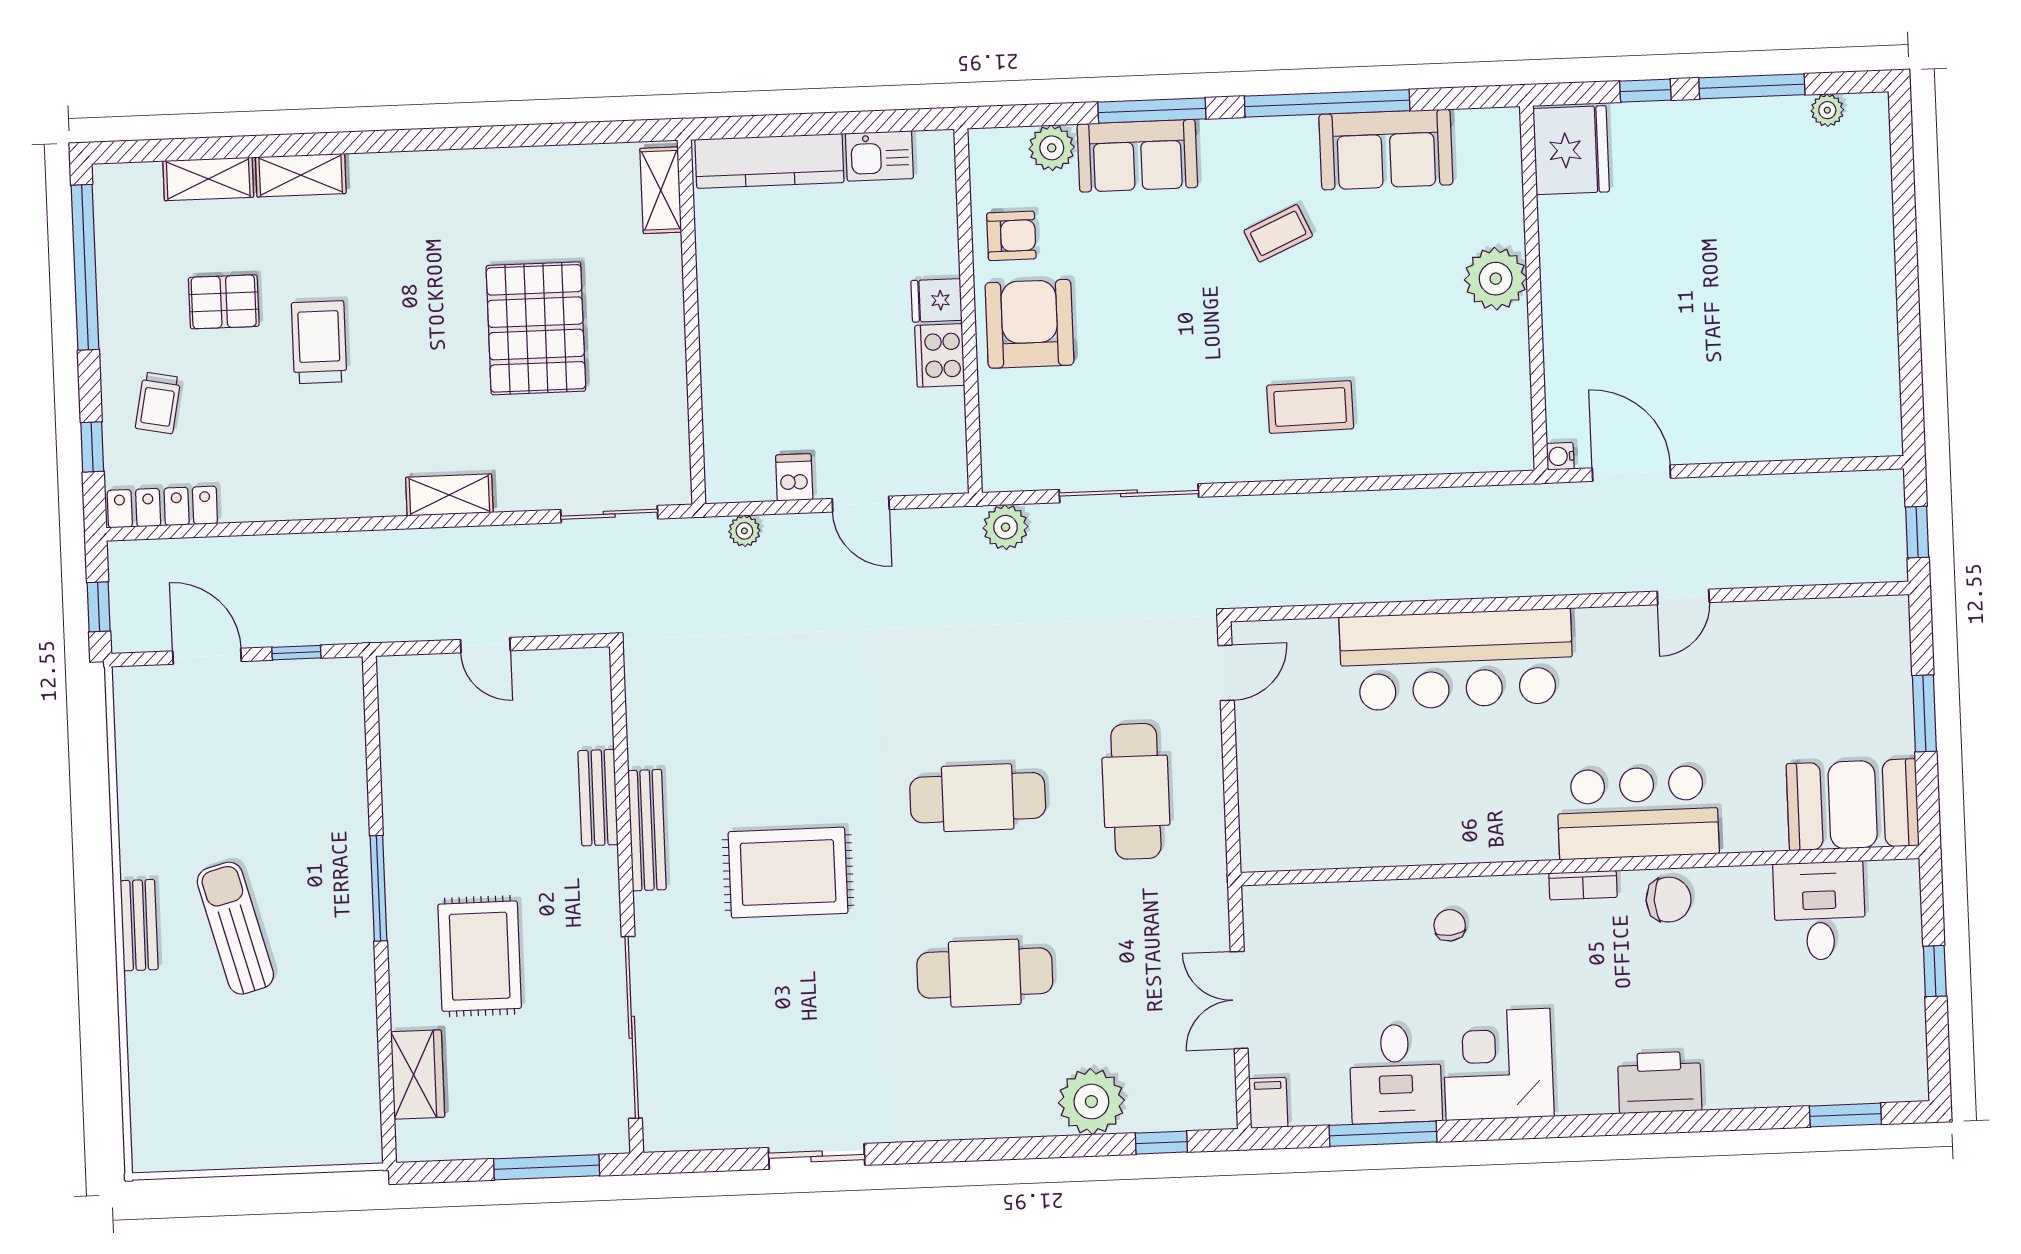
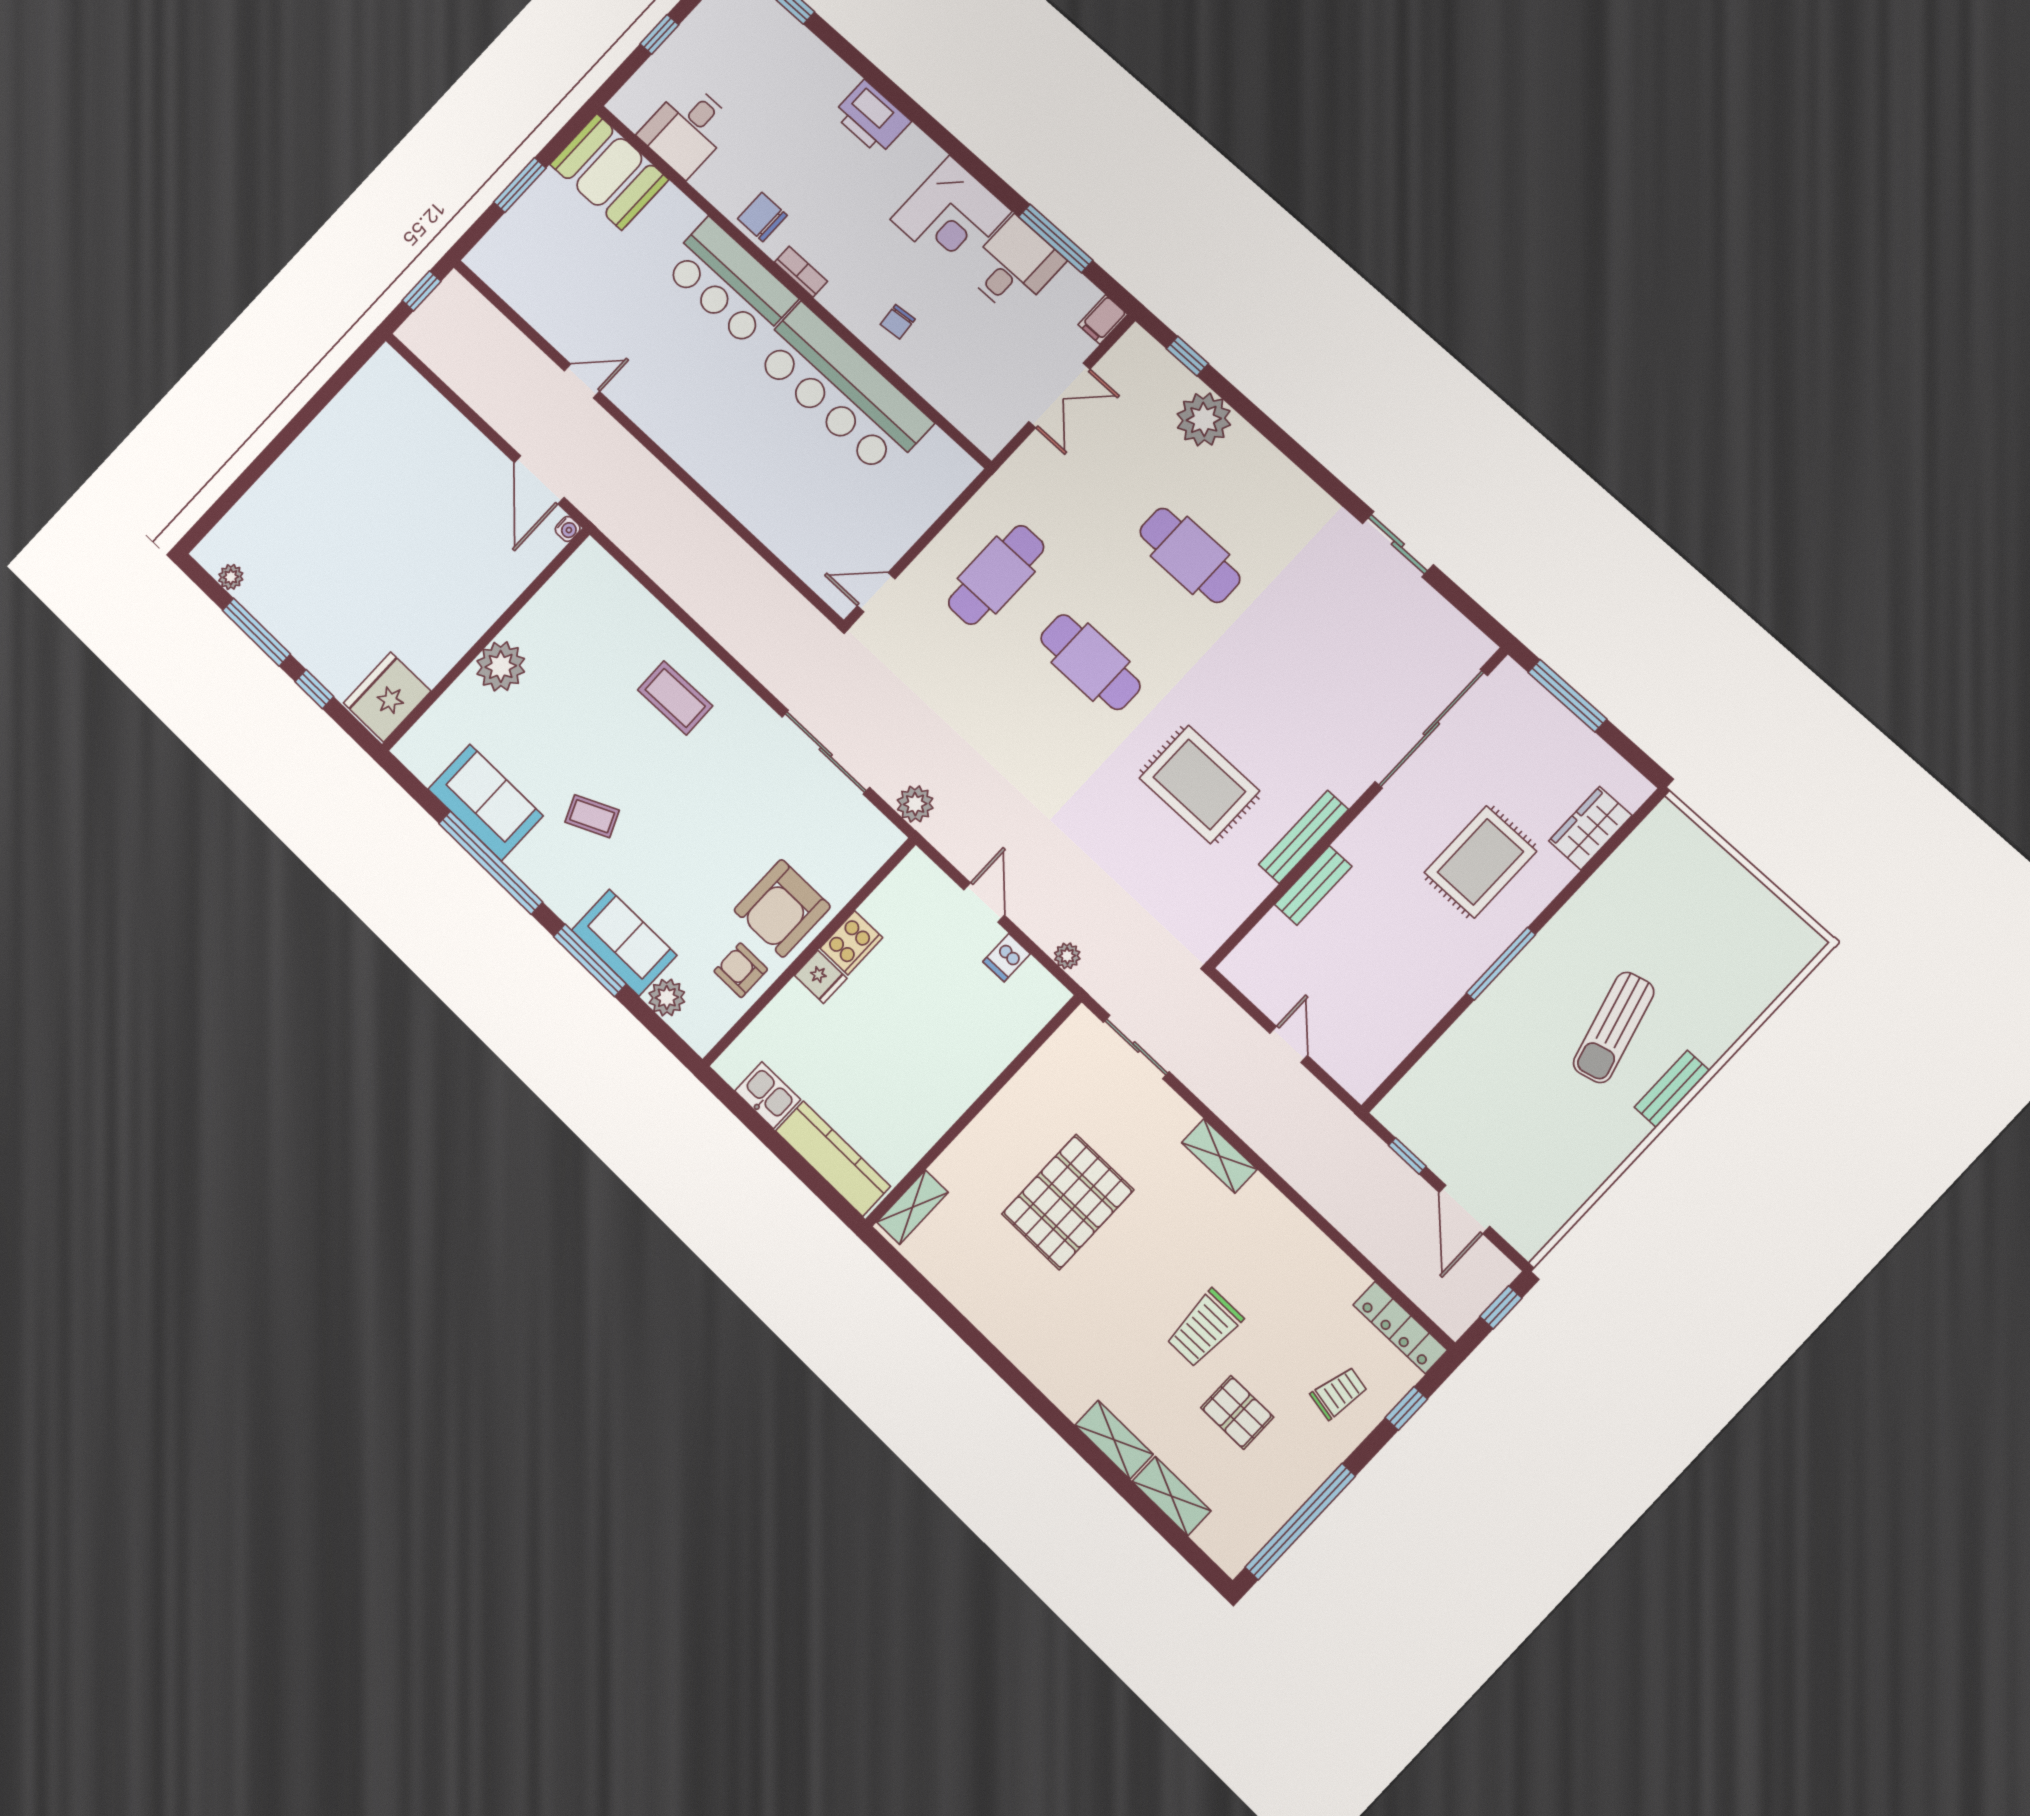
bar counter: (1456, 660) -> (842, 390), moved, turned 180
rug: (788, 873) -> (1199, 784), moved

